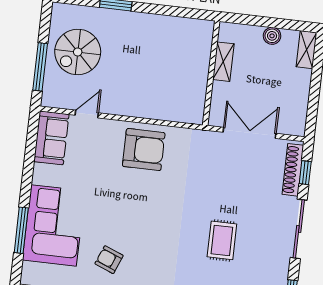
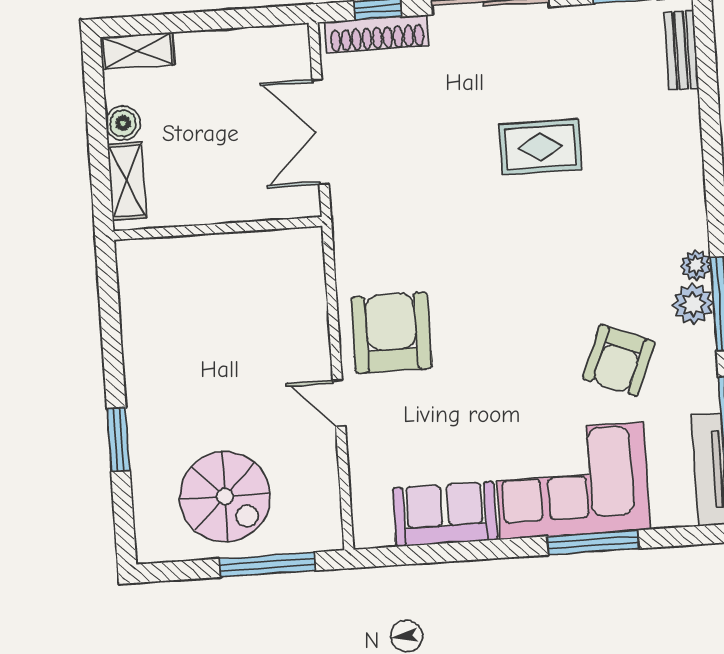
shelving: (223, 62) -> (127, 181), moved, turned 90
door: (87, 114) -> (339, 403), moved
sofa: (51, 138) -> (445, 514), moved
armchair: (109, 260) -> (619, 360), width x1.38, depth x1.38

